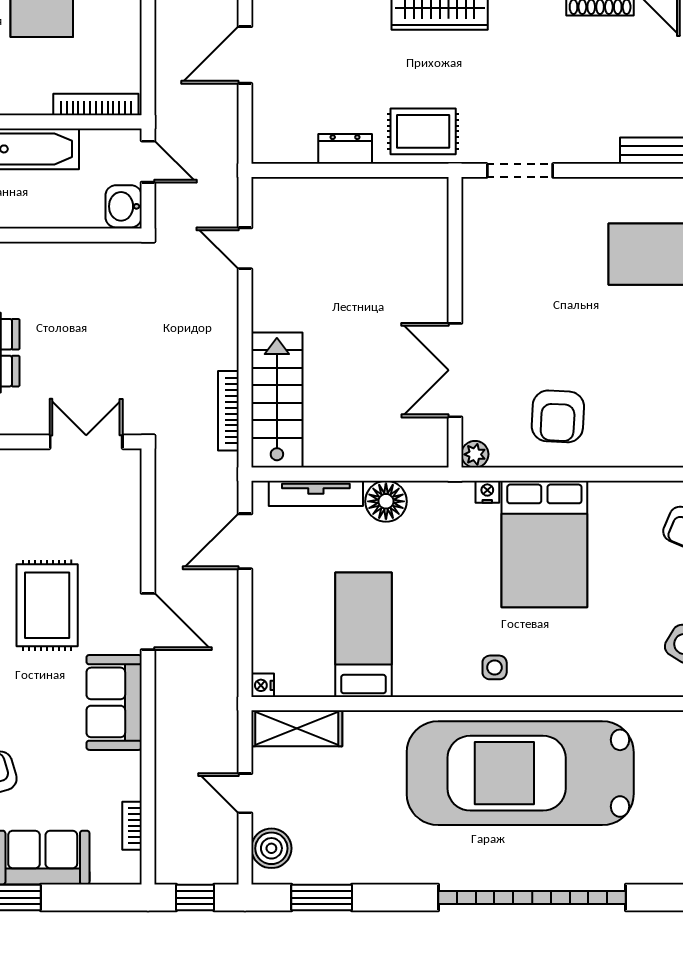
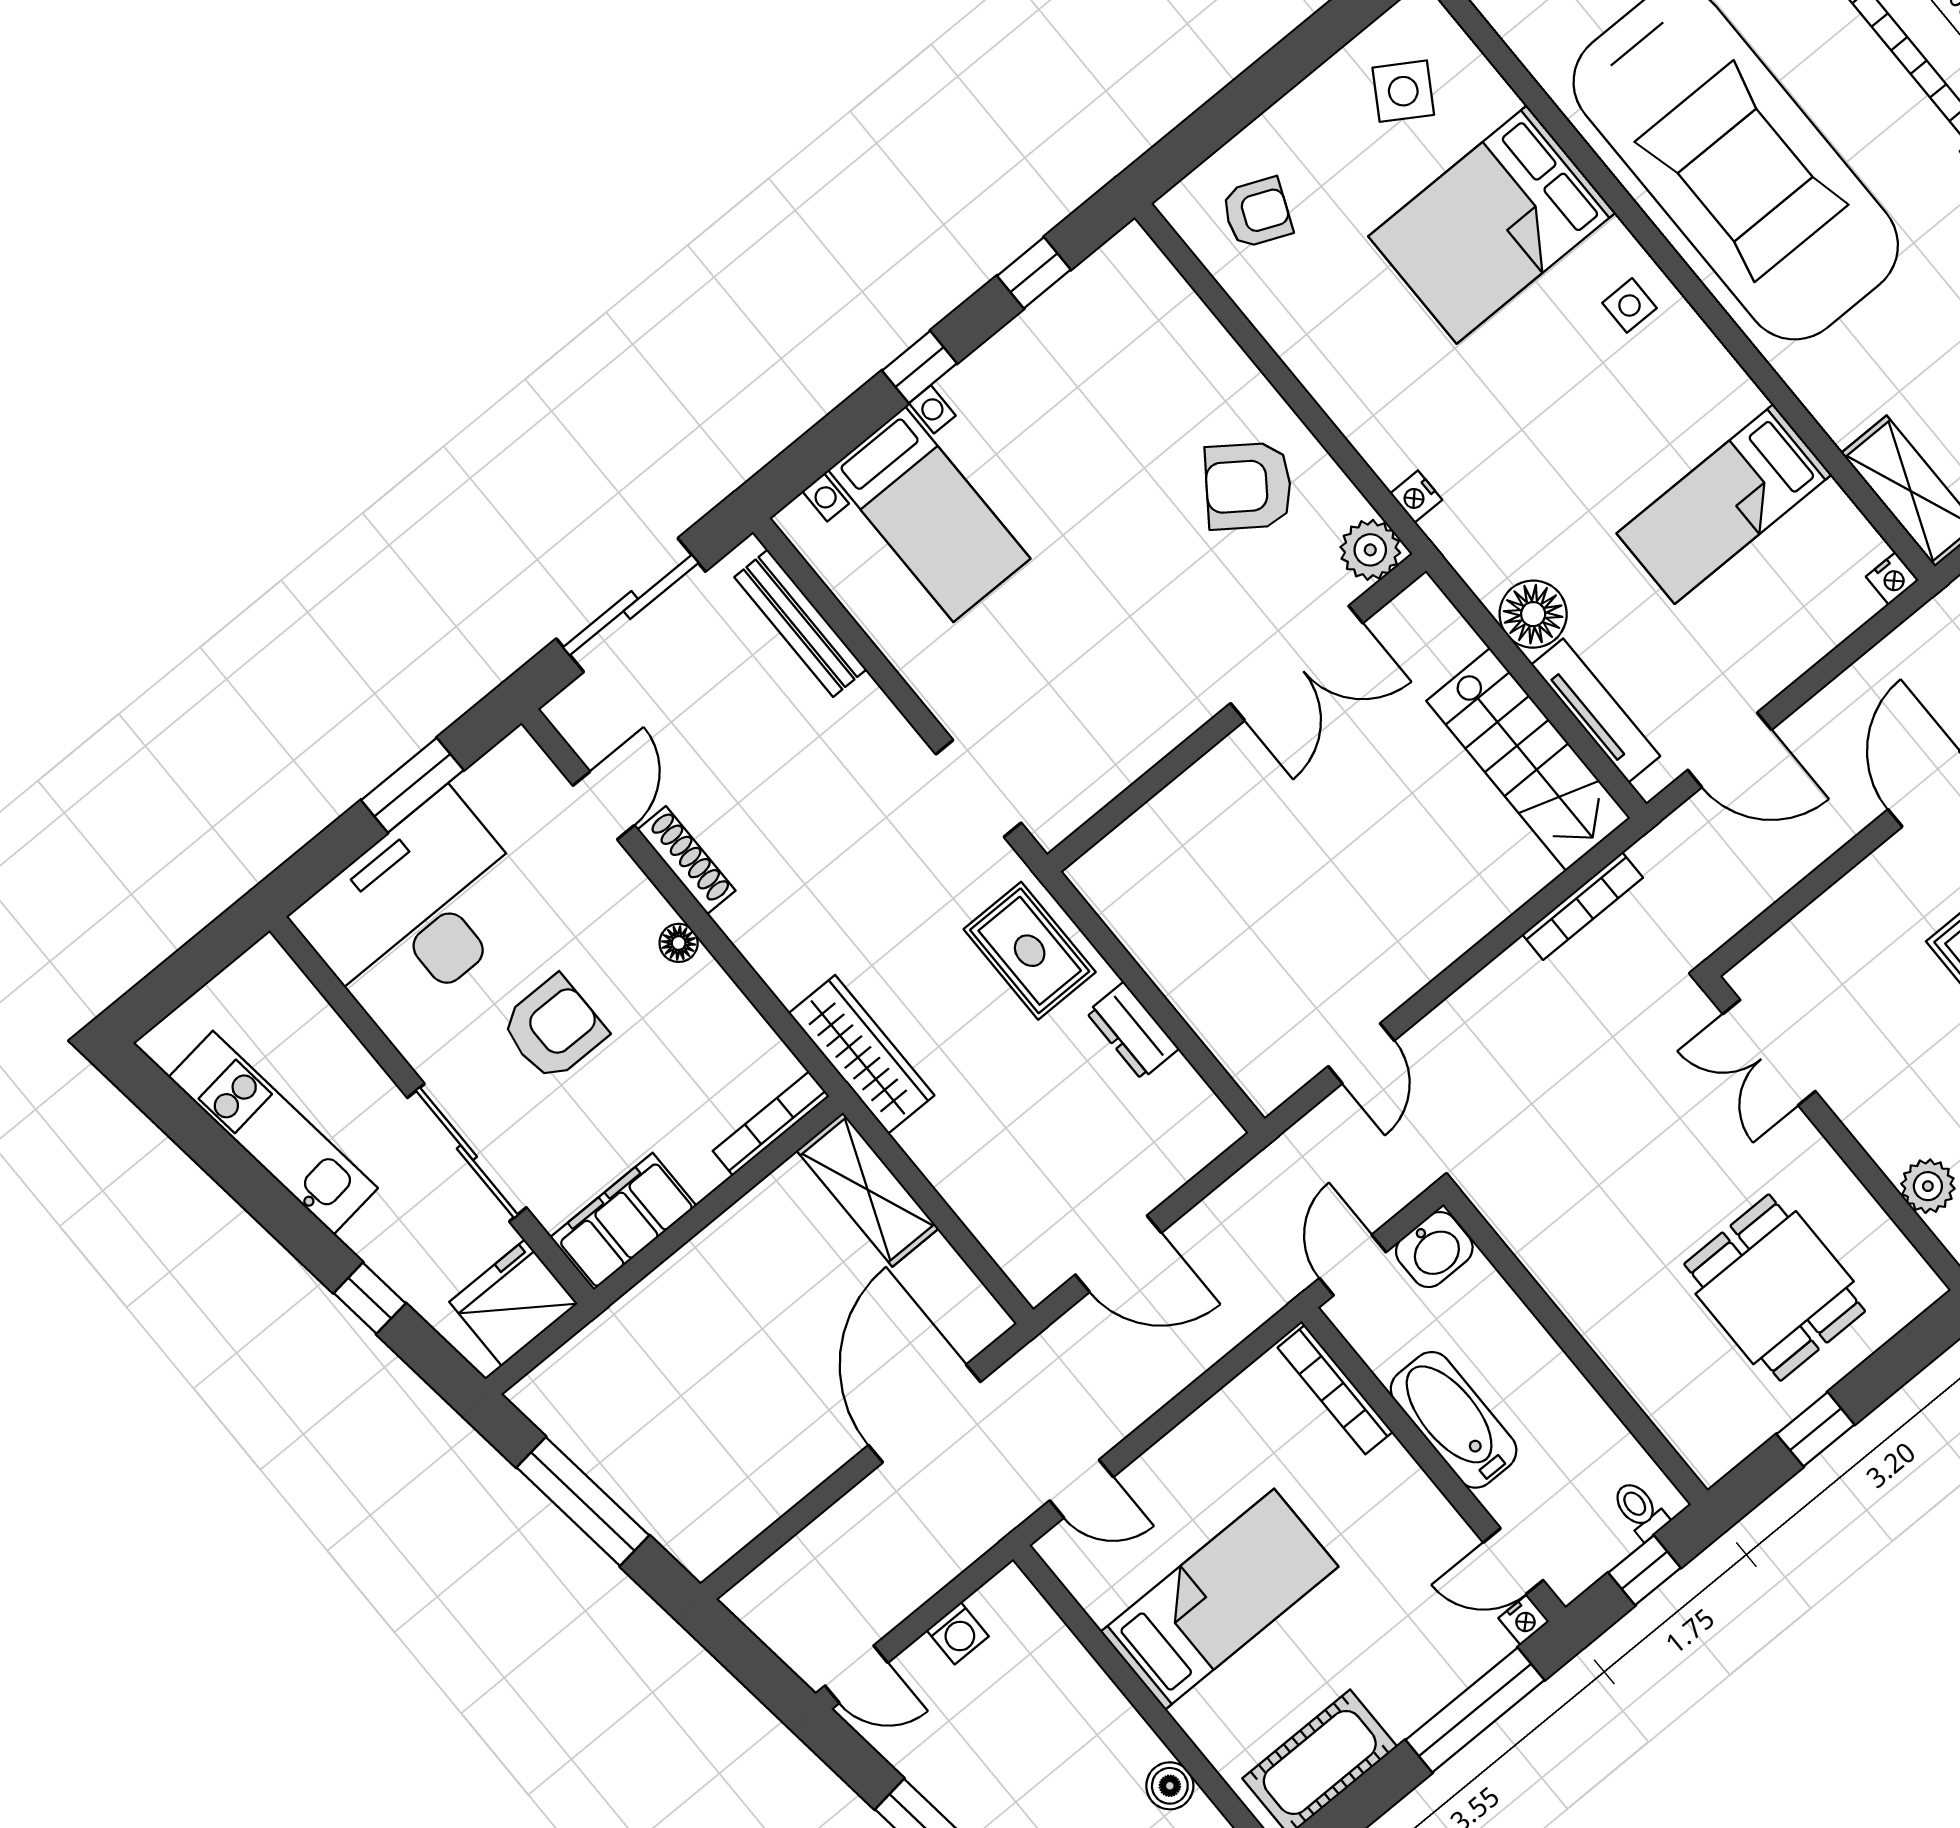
stairs: (277, 400) -> (1528, 759), moved, turned -90
armchair: (558, 416) -> (1248, 486), turned -147
plant: (475, 454) -> (1370, 550), width x1.38, depth x1.38
bed: (544, 544) -> (1492, 225), moved, turned 180

